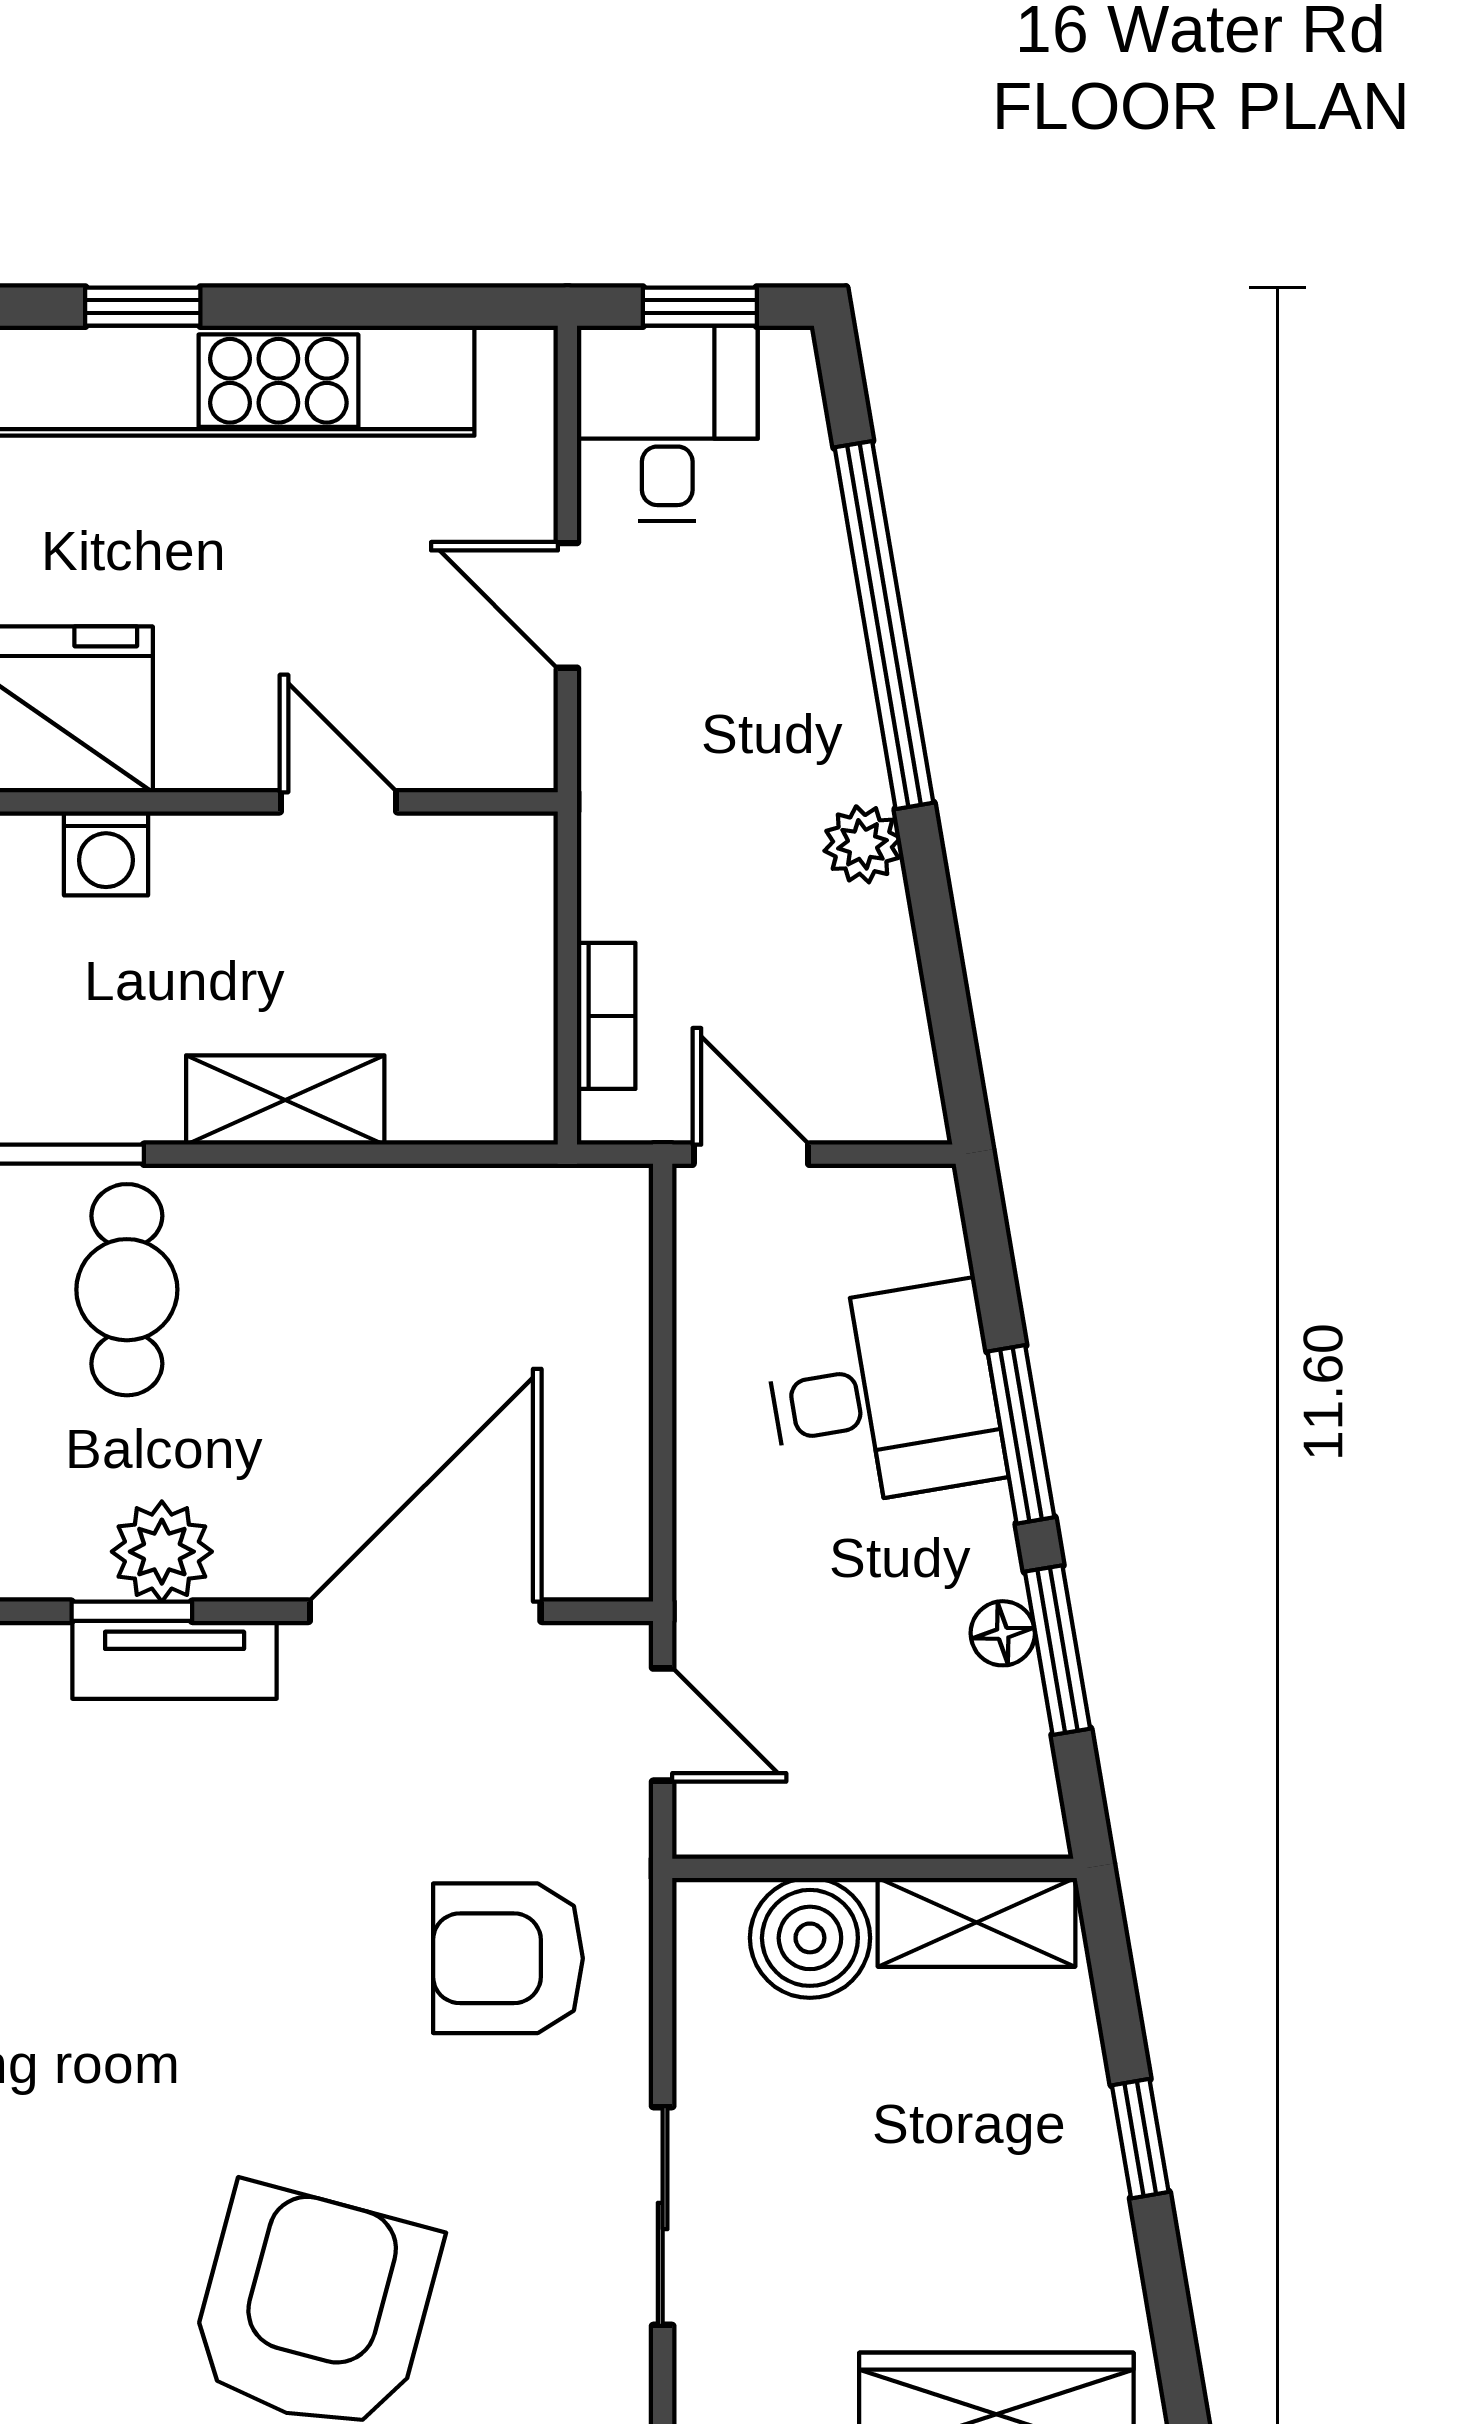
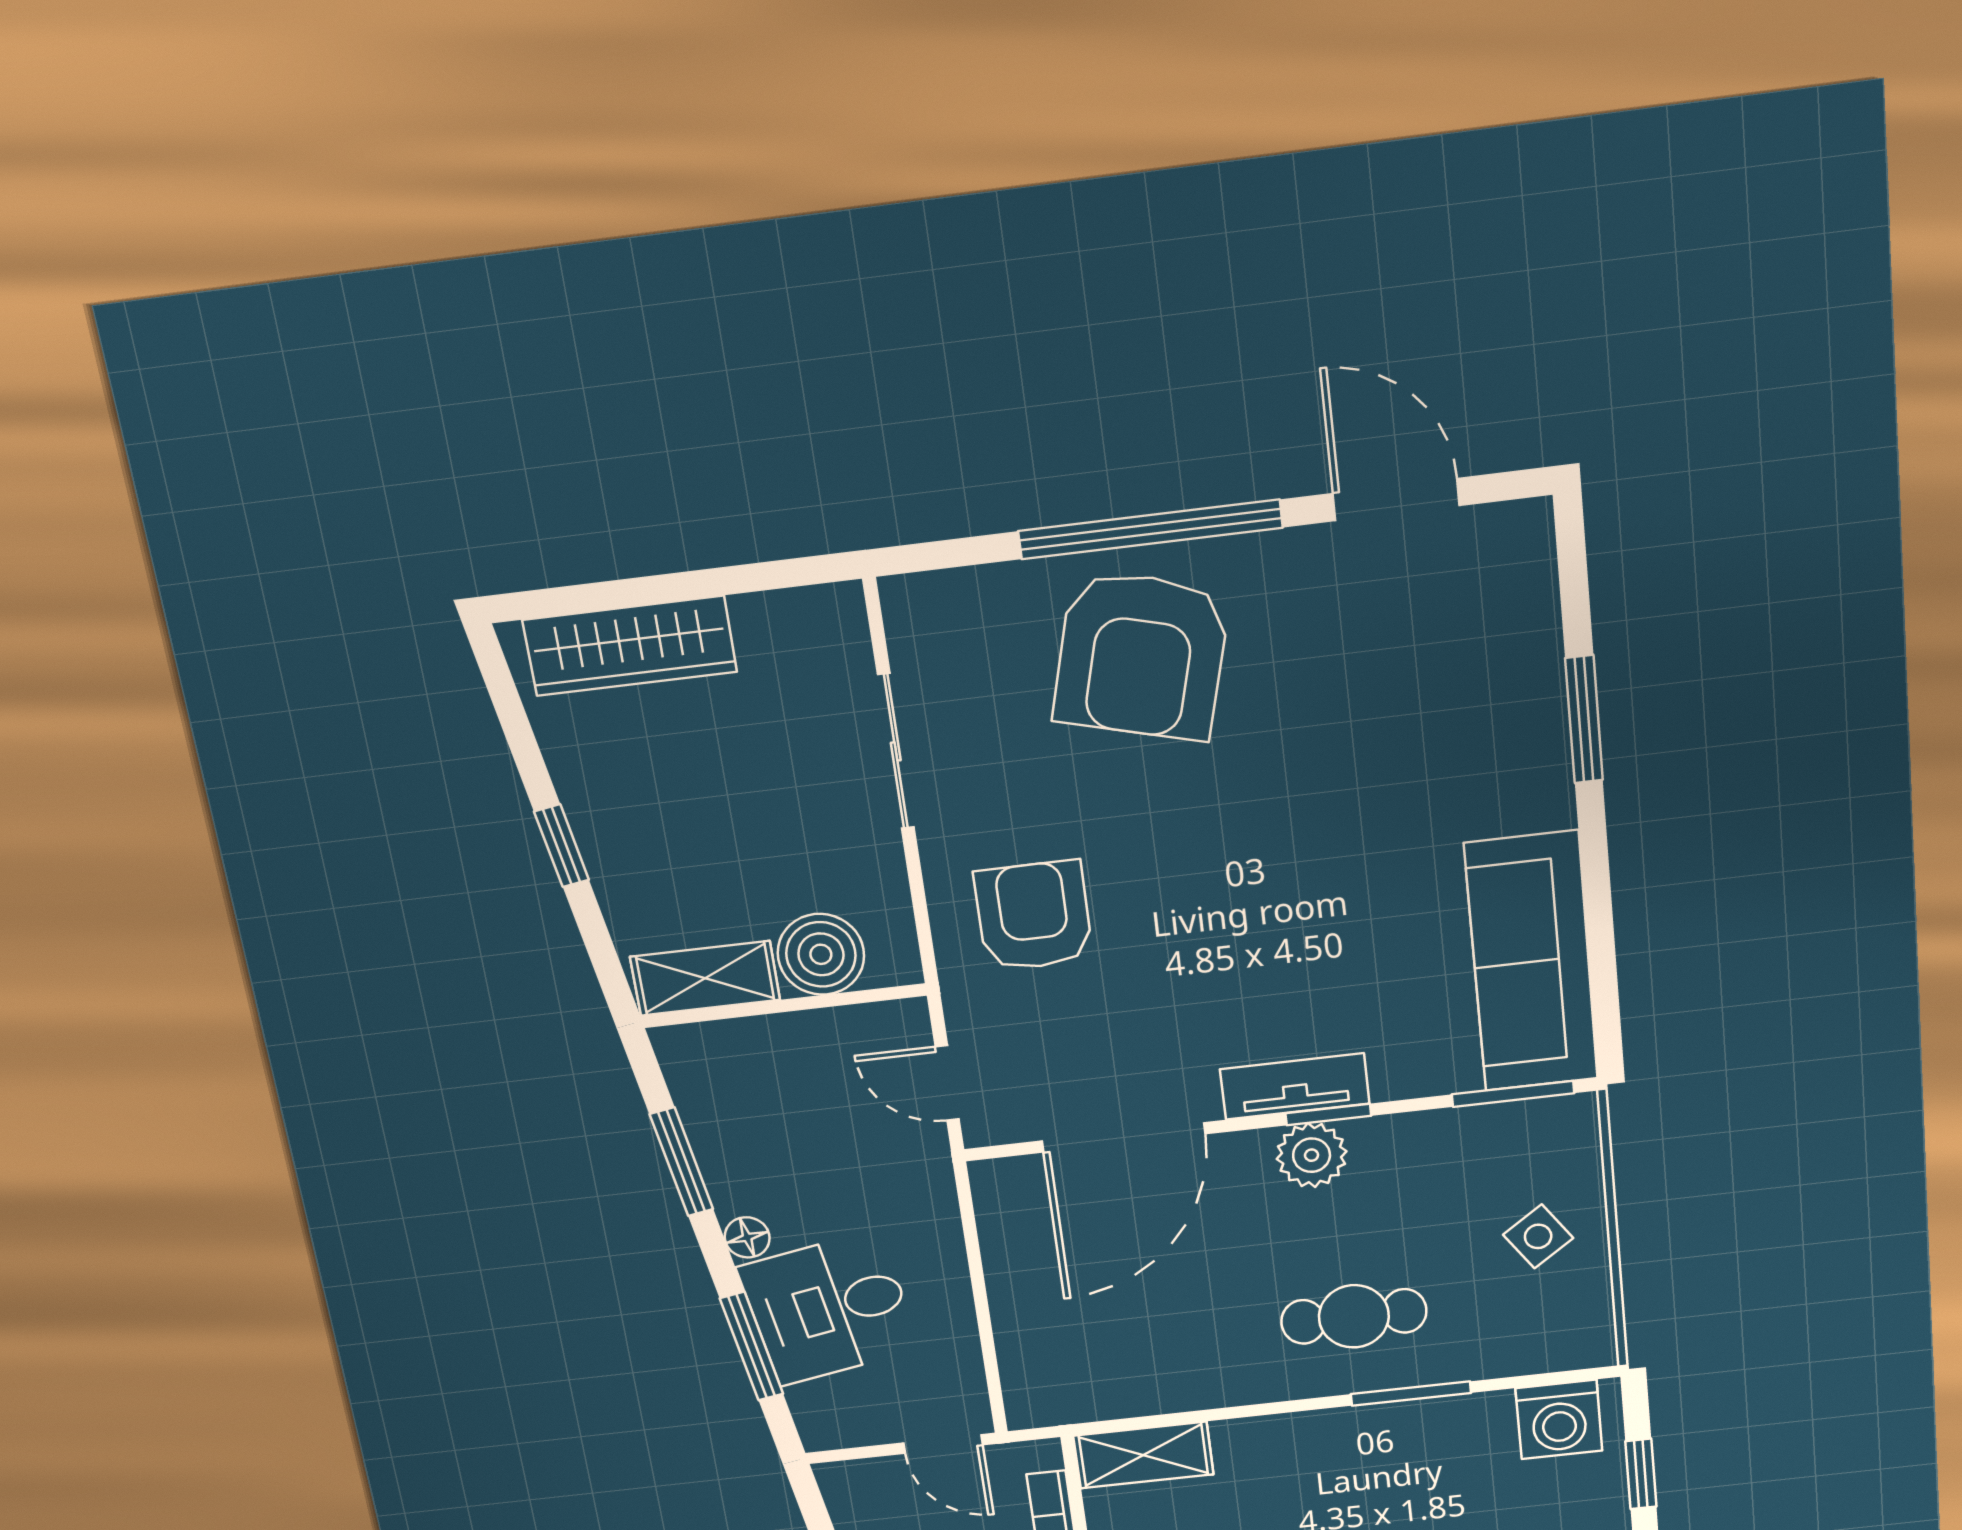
shelving: (285, 1100) -> (1143, 1455), moved
cafe table: (127, 1290) -> (1354, 1316), turned 90
window: (1021, 1434) -> (752, 1346), moved
floor lamp: (1003, 1633) -> (747, 1237), moved
armchair: (508, 1958) -> (1034, 916), turned -90

